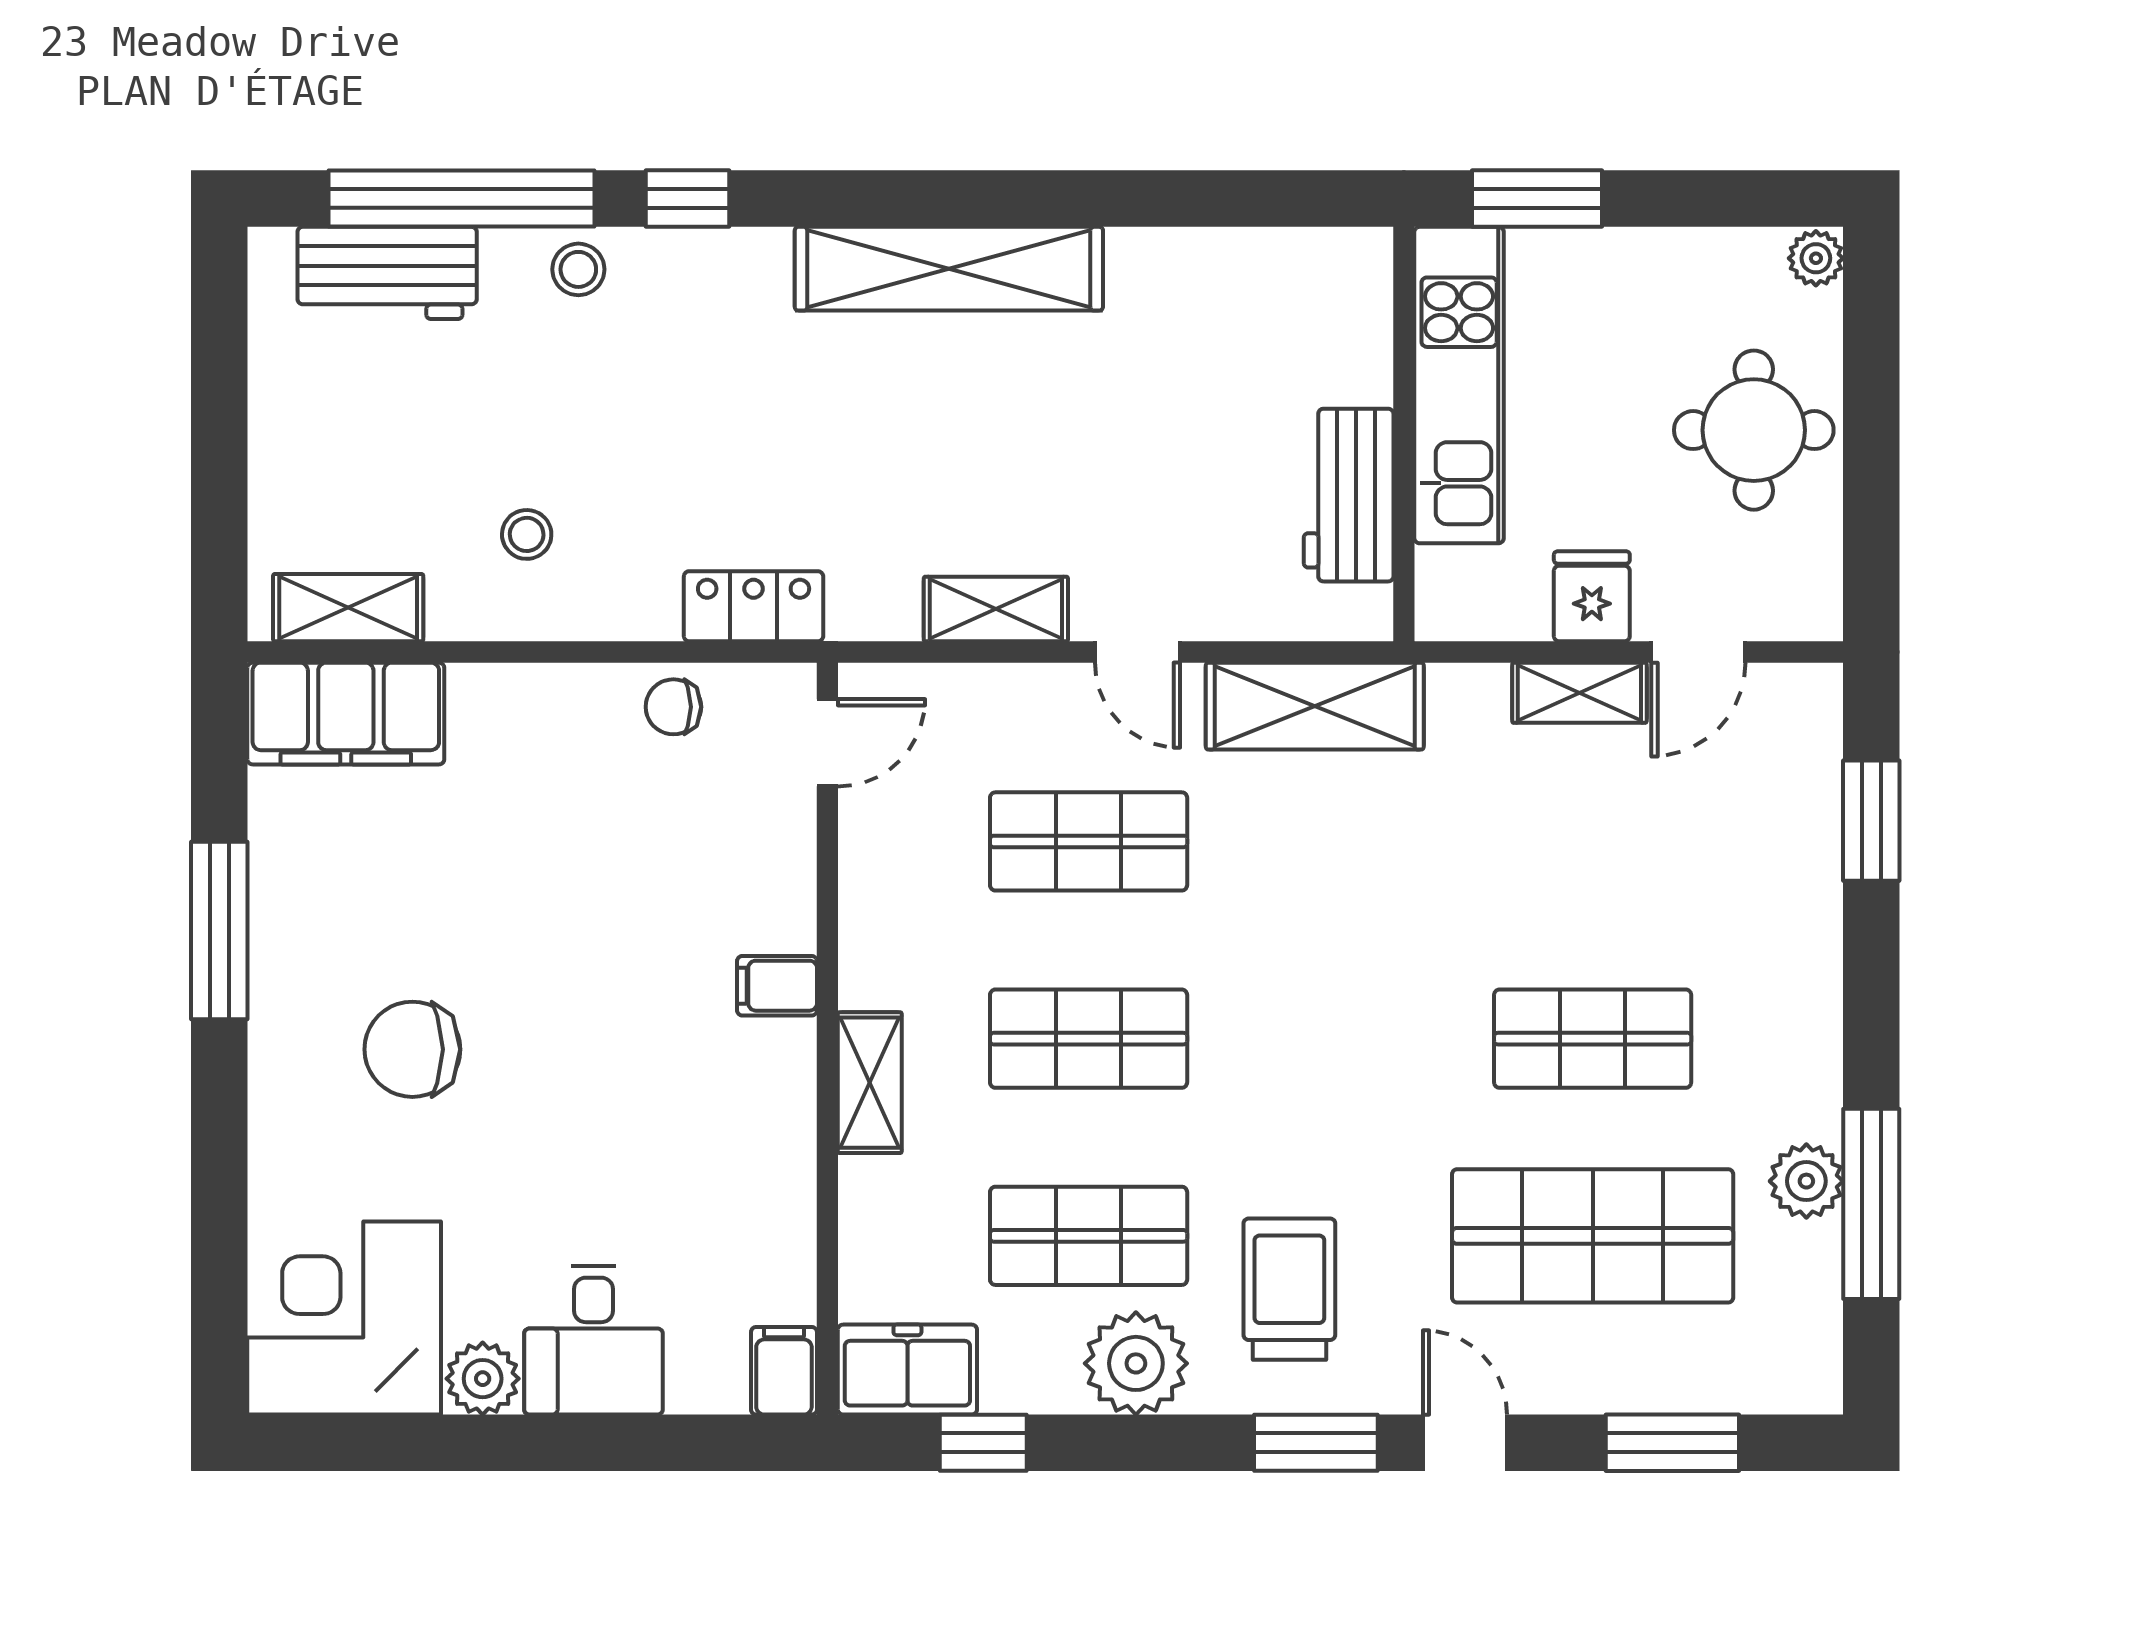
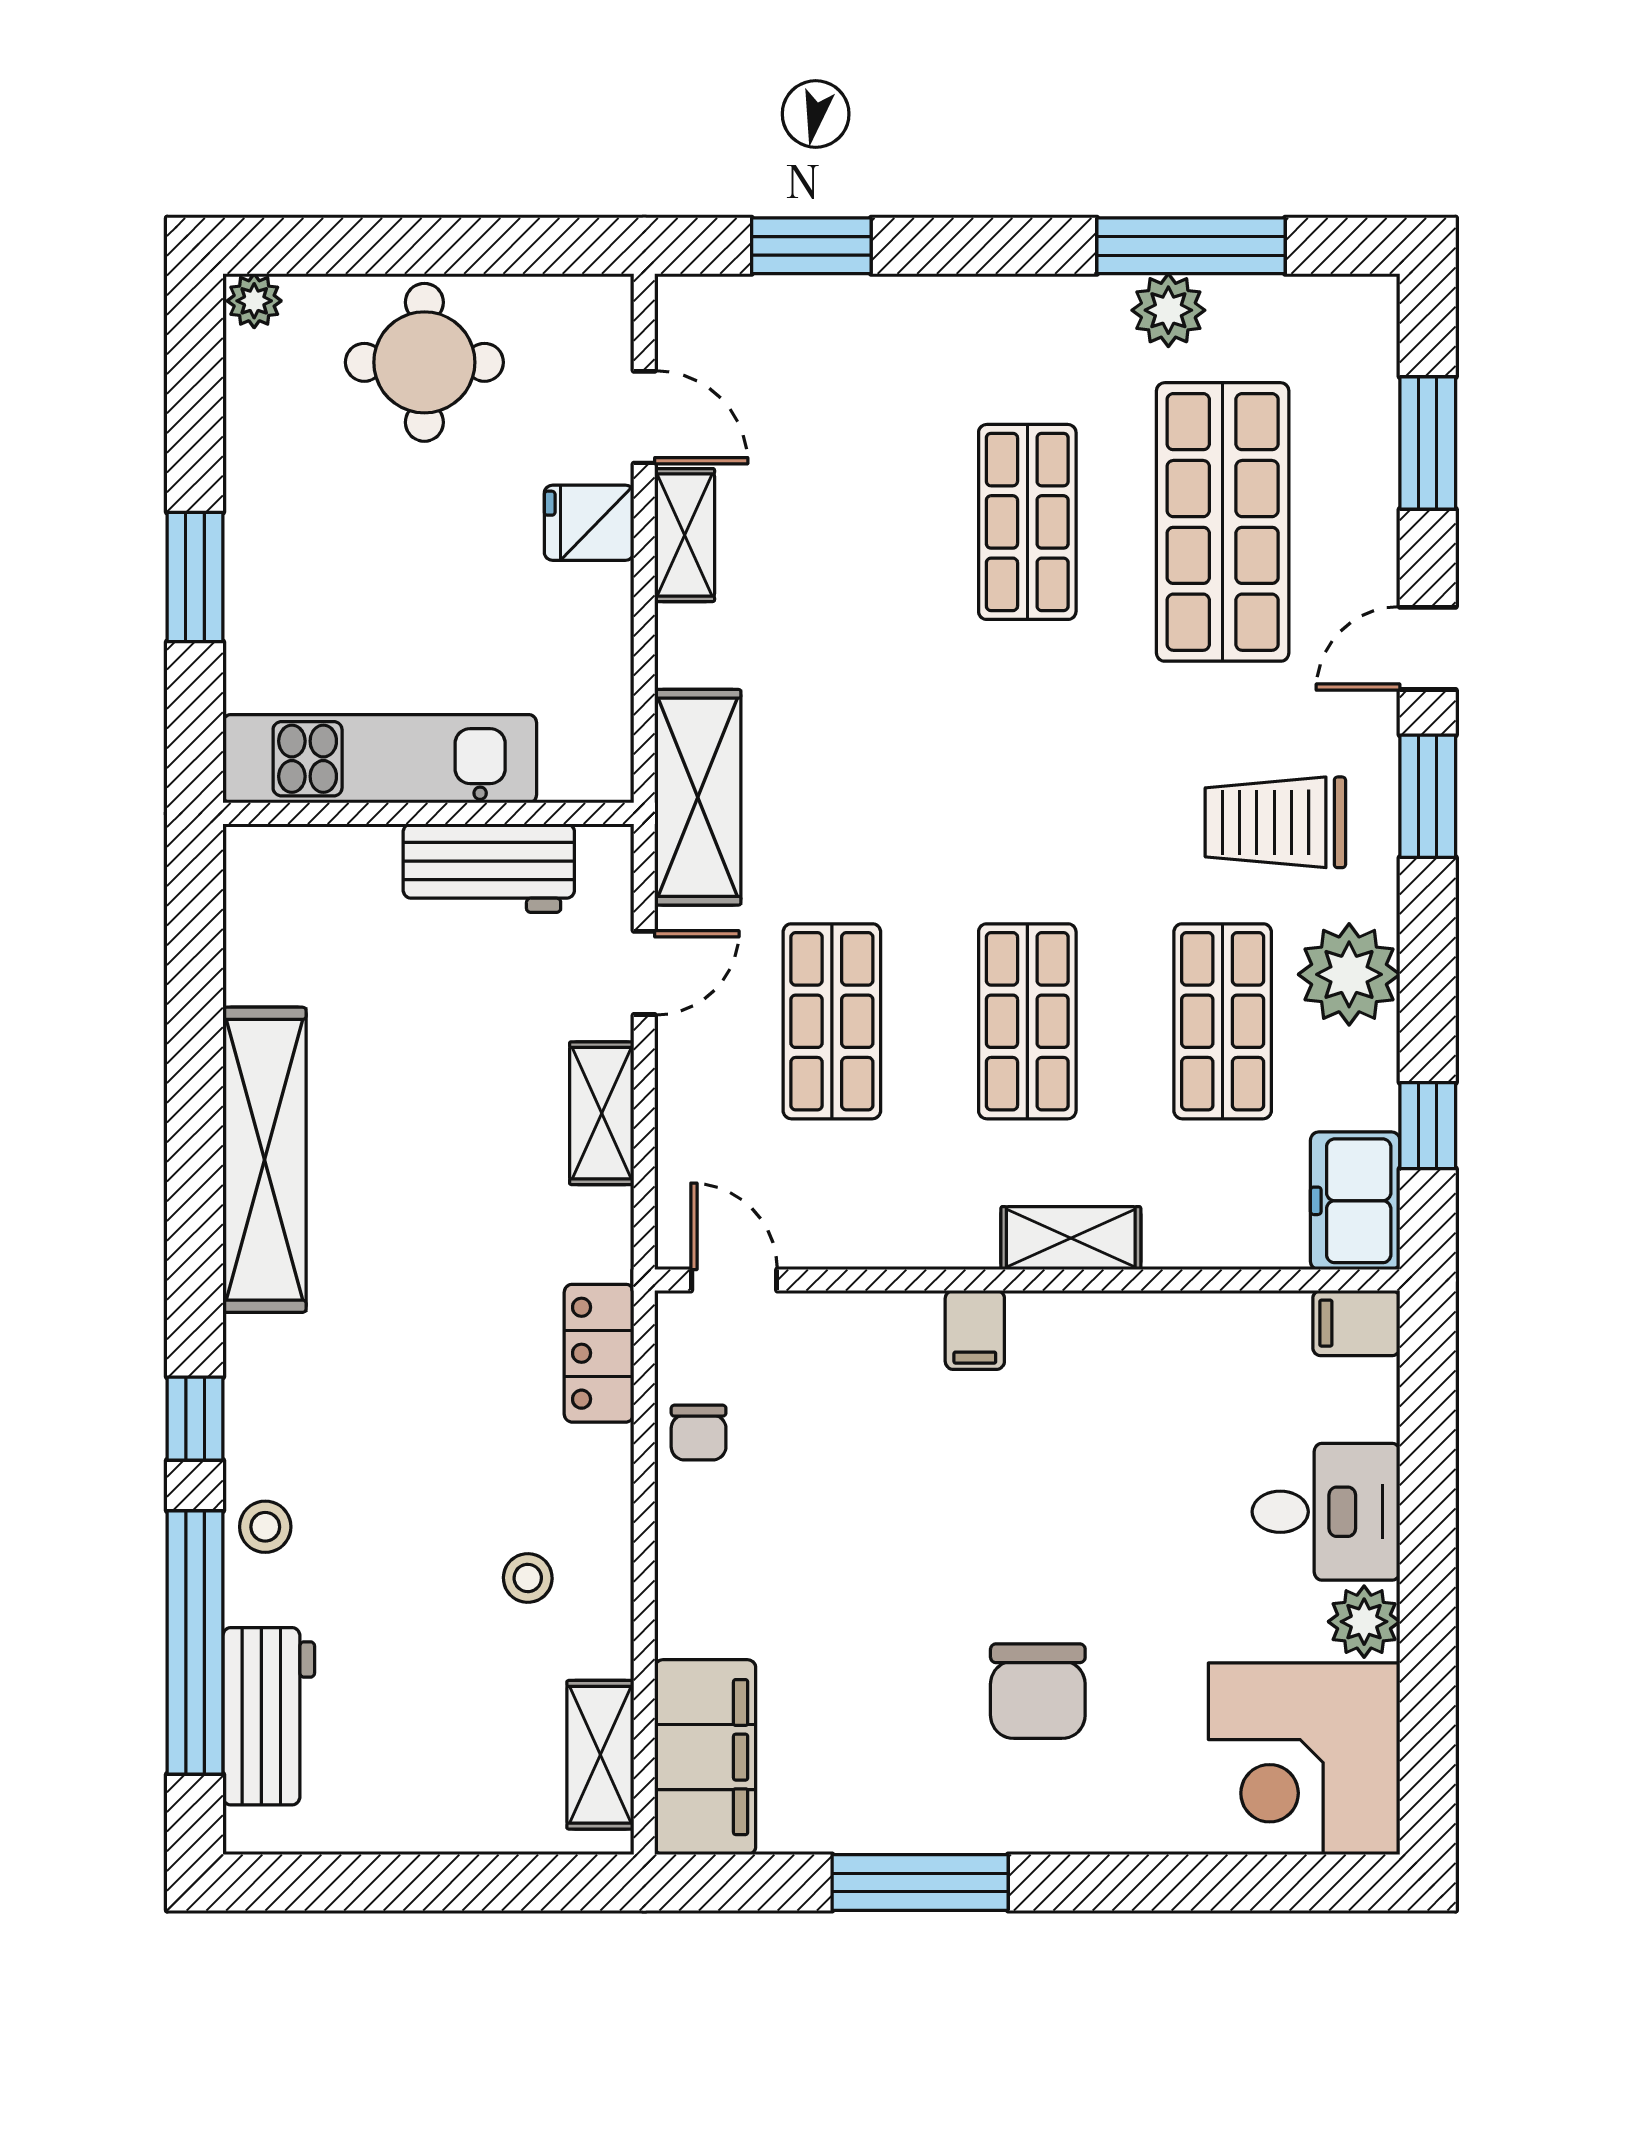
kitchen unit: (1459, 385) -> (380, 759), moved
wall: (1404, 434) -> (428, 813), moved
workbench: (1349, 495) -> (489, 868), moved

